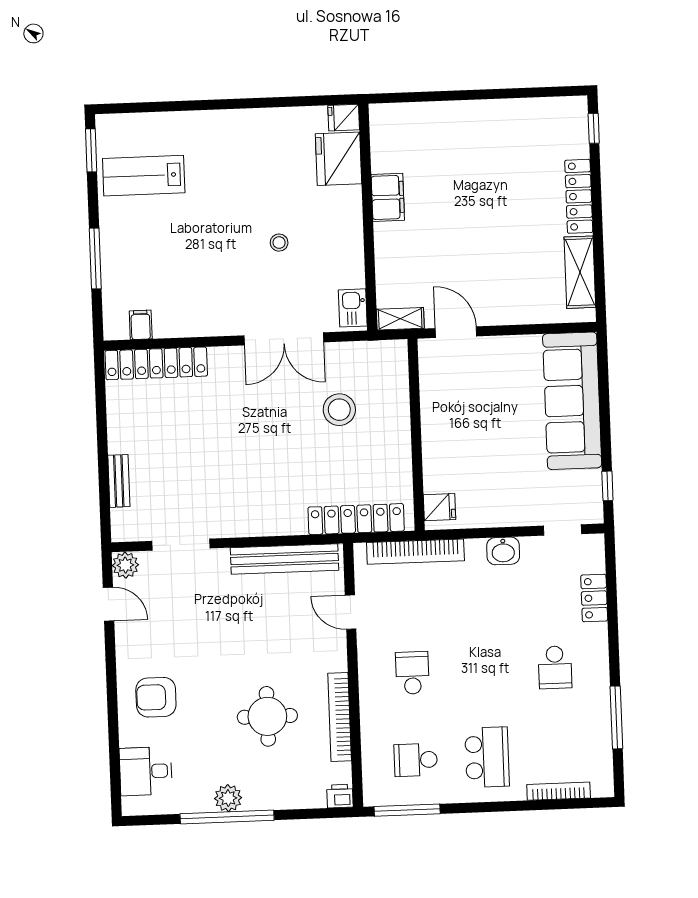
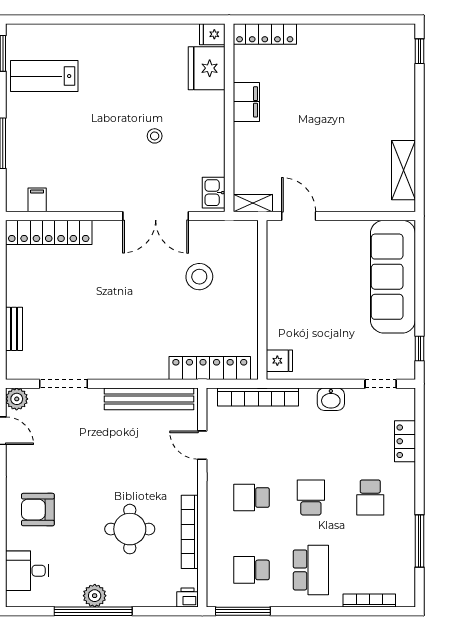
locker: (579, 196) -> (265, 34), moved, turned -90
school desk: (484, 670) -> (311, 497), added
school desk: (412, 673) -> (252, 497), turned -90

